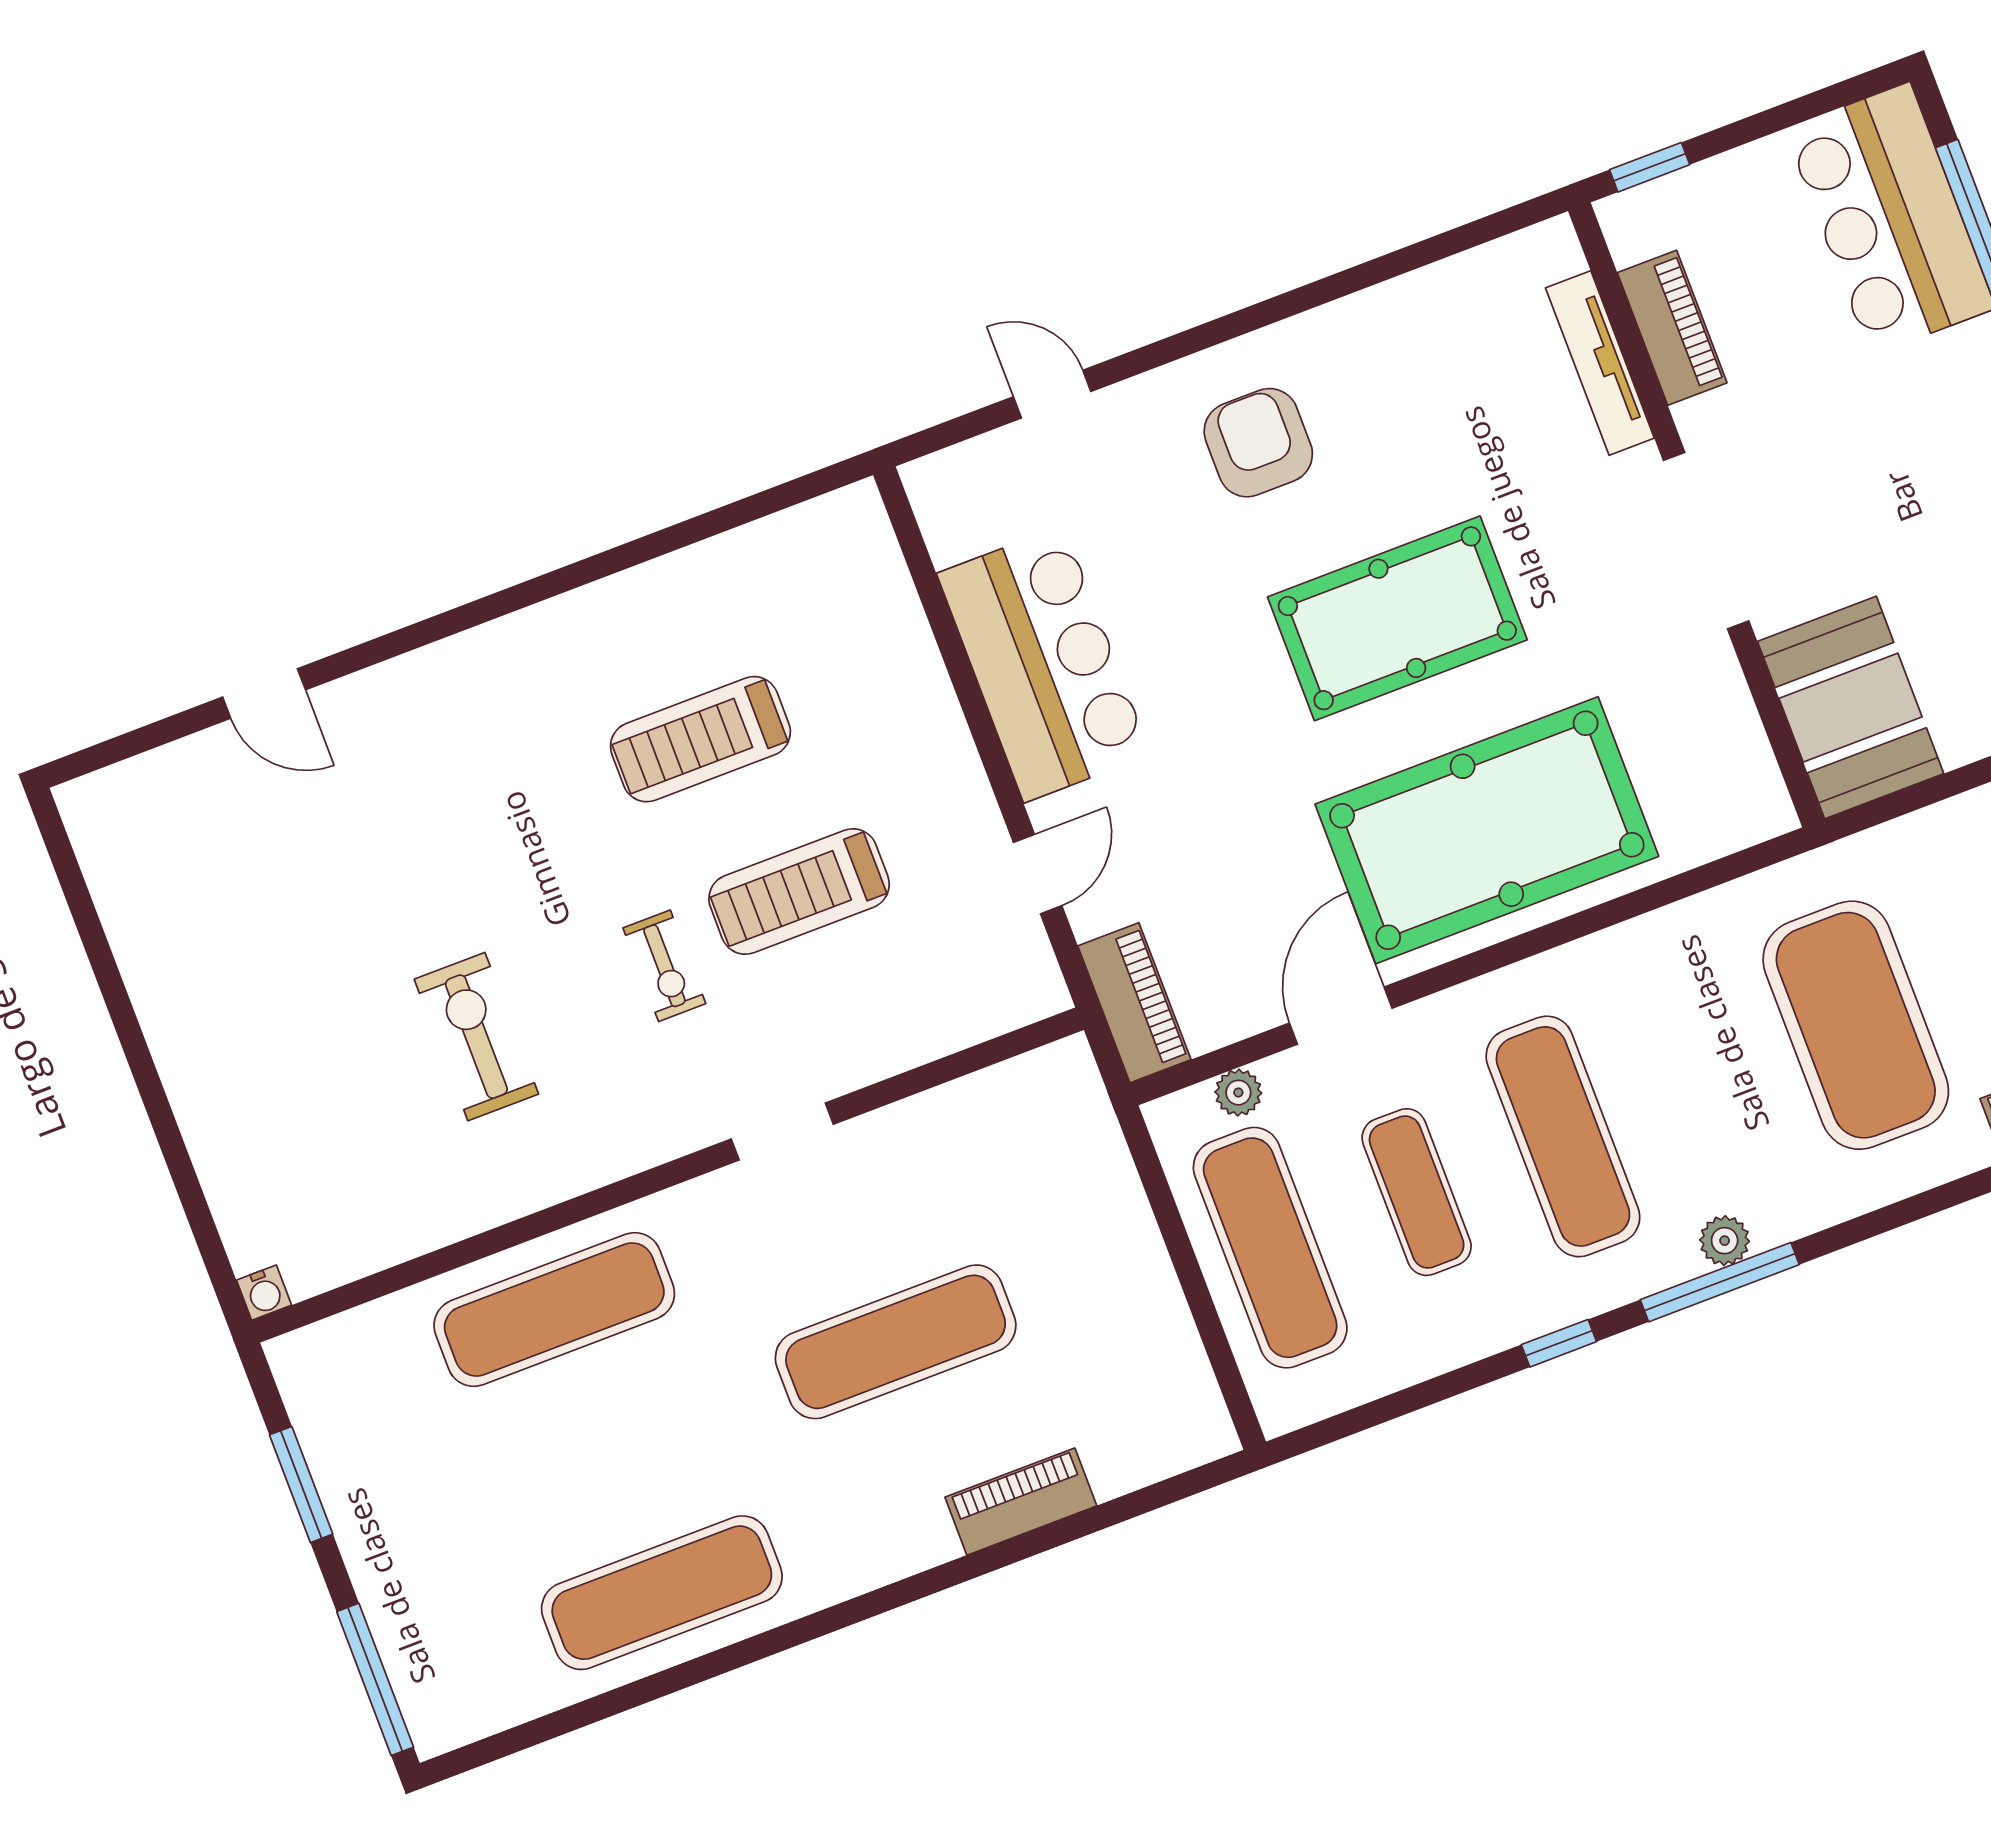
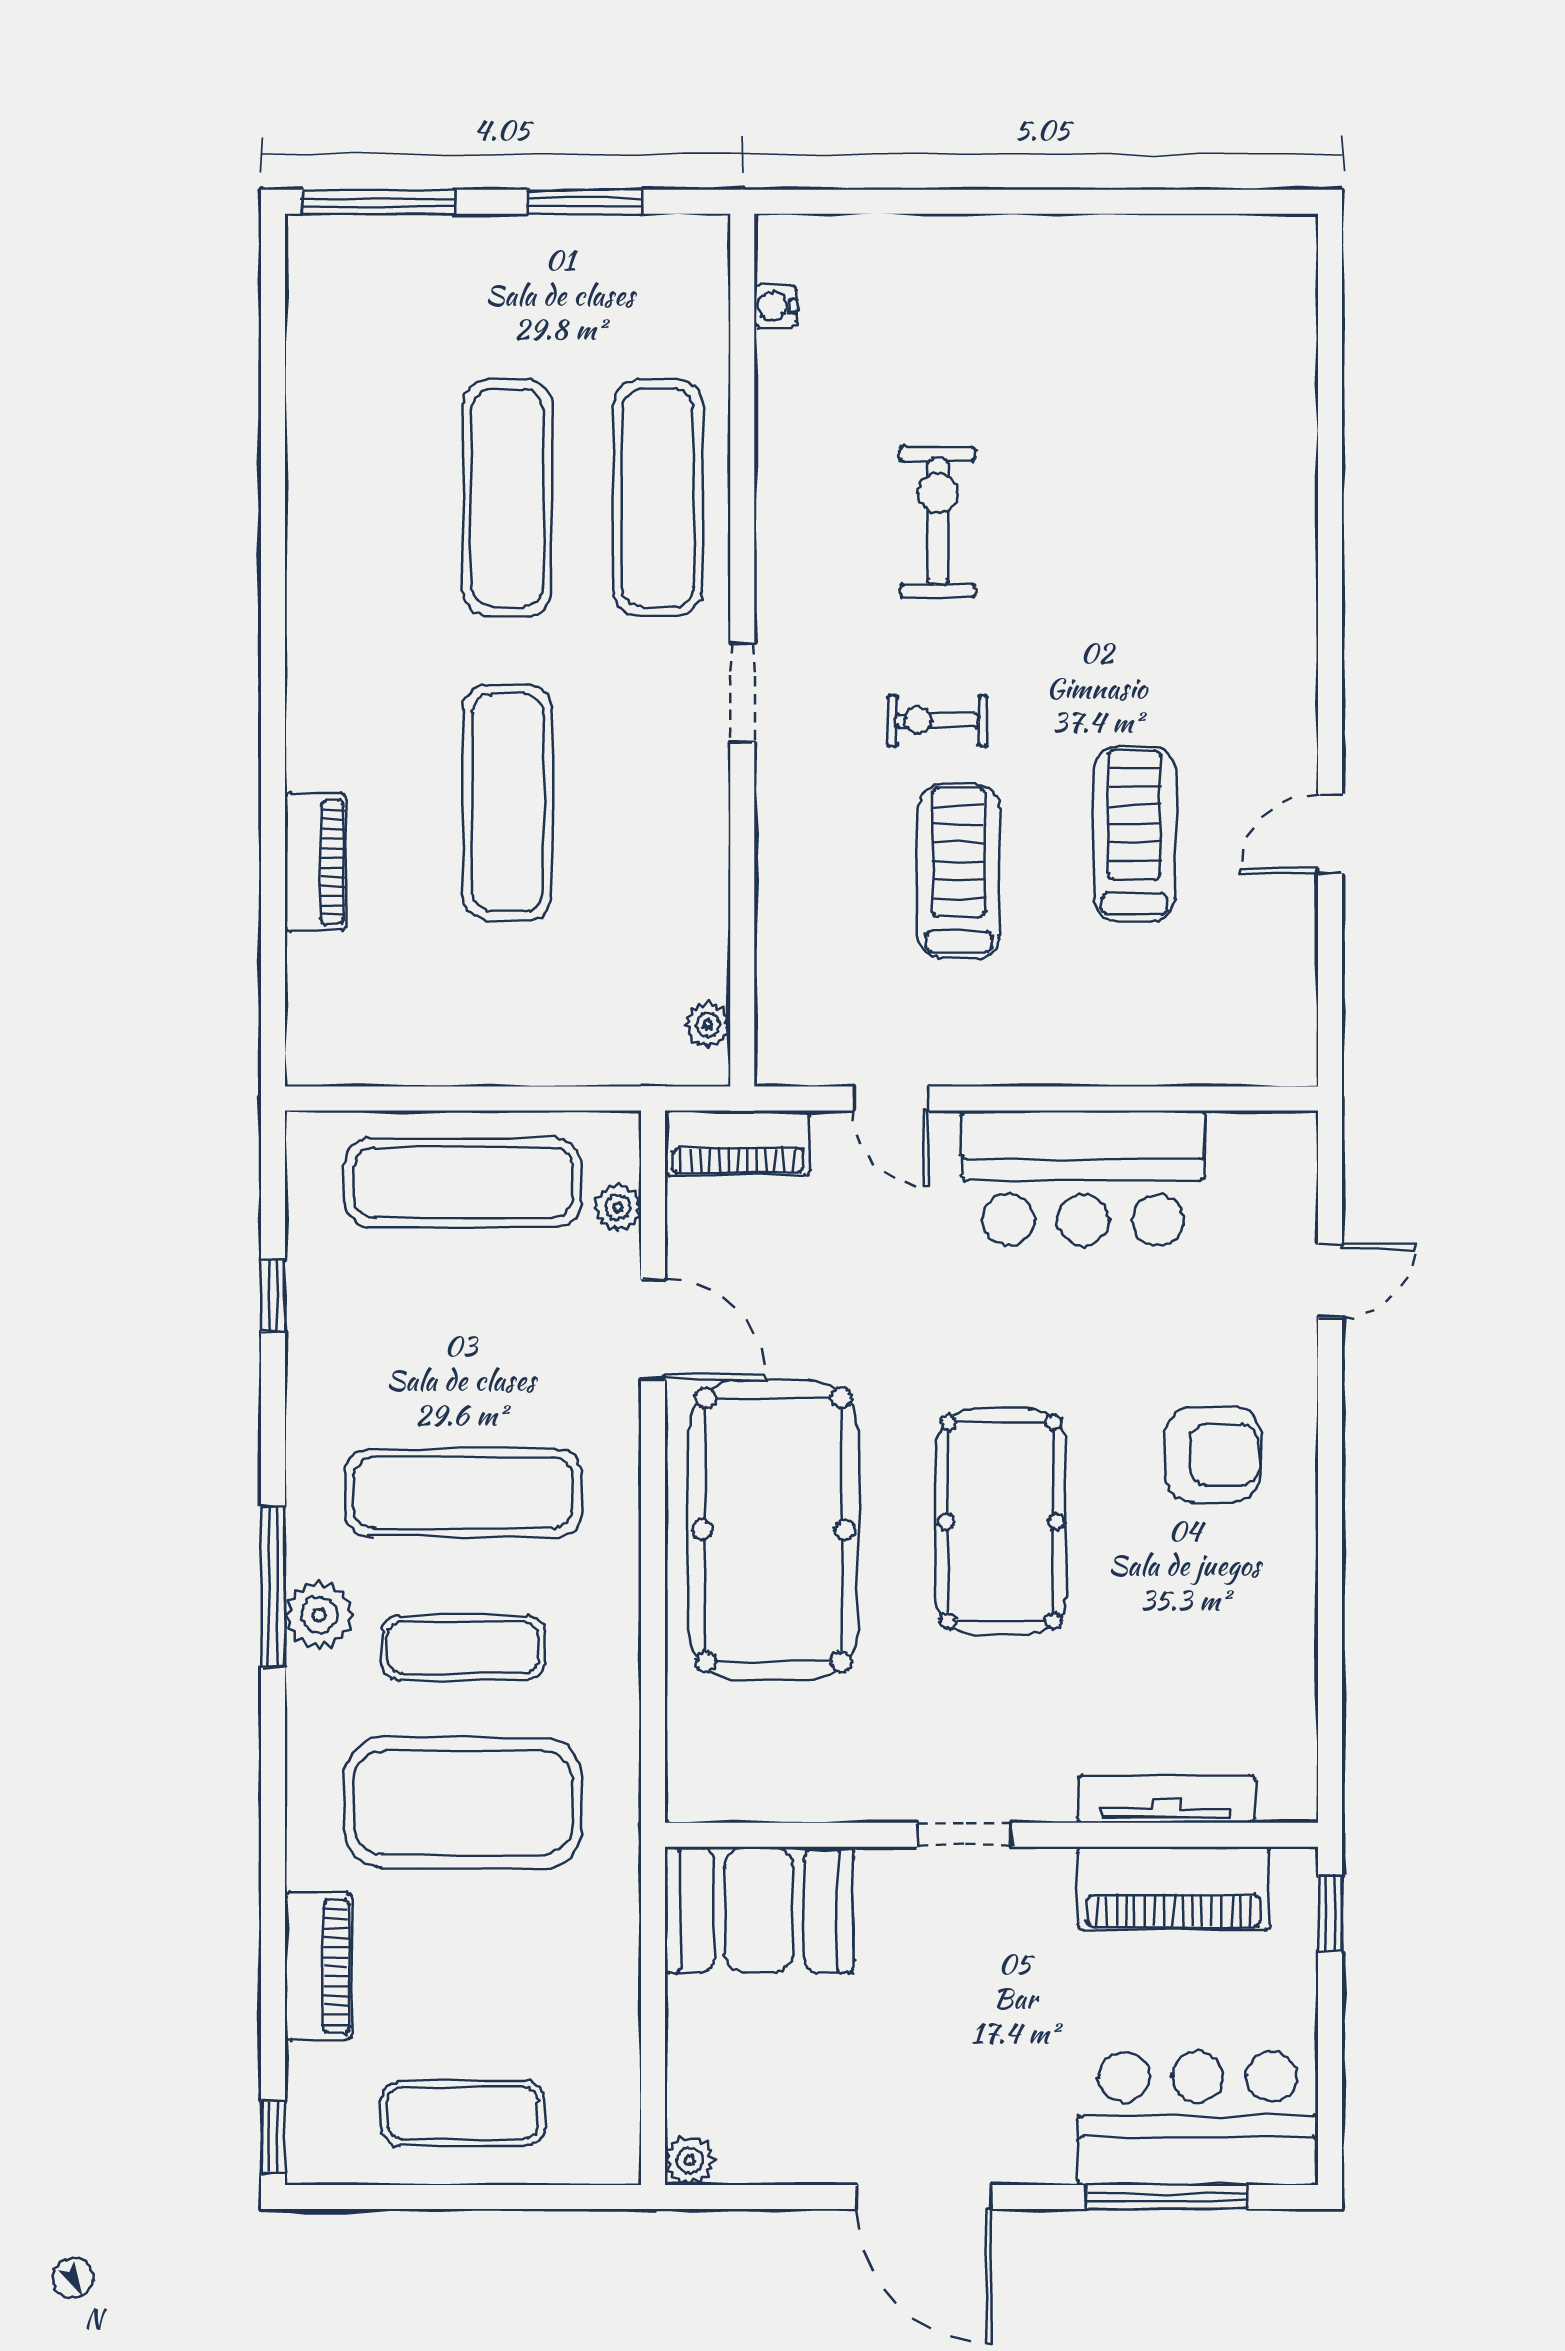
piano: (1672, 328) -> (1173, 1888), width x1.37, depth x1.33
doorway: (1706, 541) -> (964, 1835), width x0.53
door: (264, 693) -> (1330, 834), moved
exercise bike: (476, 1037) -> (938, 522), turned -90
plant: (1033, 1073) -> (708, 1025), added
doorway: (782, 1132) -> (742, 693), moved
exercise mat: (1417, 1192) -> (463, 1648), moved
plant: (1725, 1241) -> (319, 1615), width x1.38, depth x1.38
water cooler: (264, 1293) -> (775, 306), moved
window: (1559, 1343) -> (273, 1296), moved
exercise mat: (662, 1593) -> (508, 498), moved

